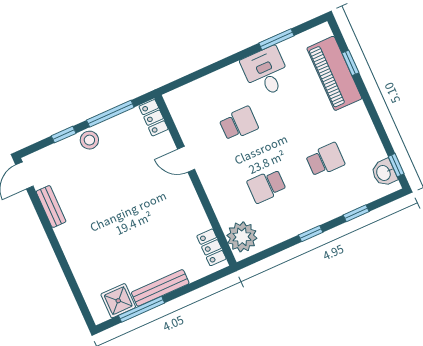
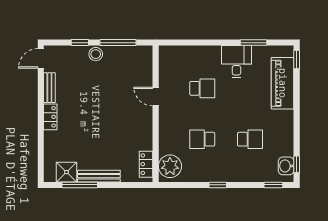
window: (350, 63) -> (297, 59), moved
locker: (154, 118) -> (50, 117), moved, turned 180
window: (356, 213) -> (273, 185), moved

